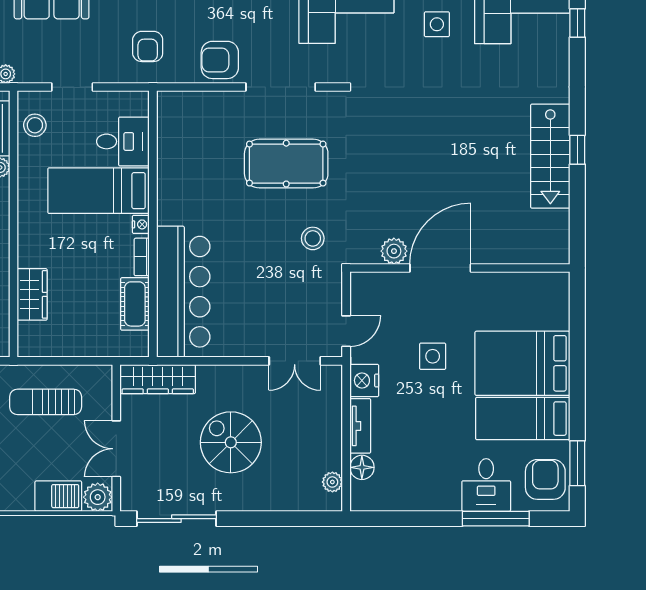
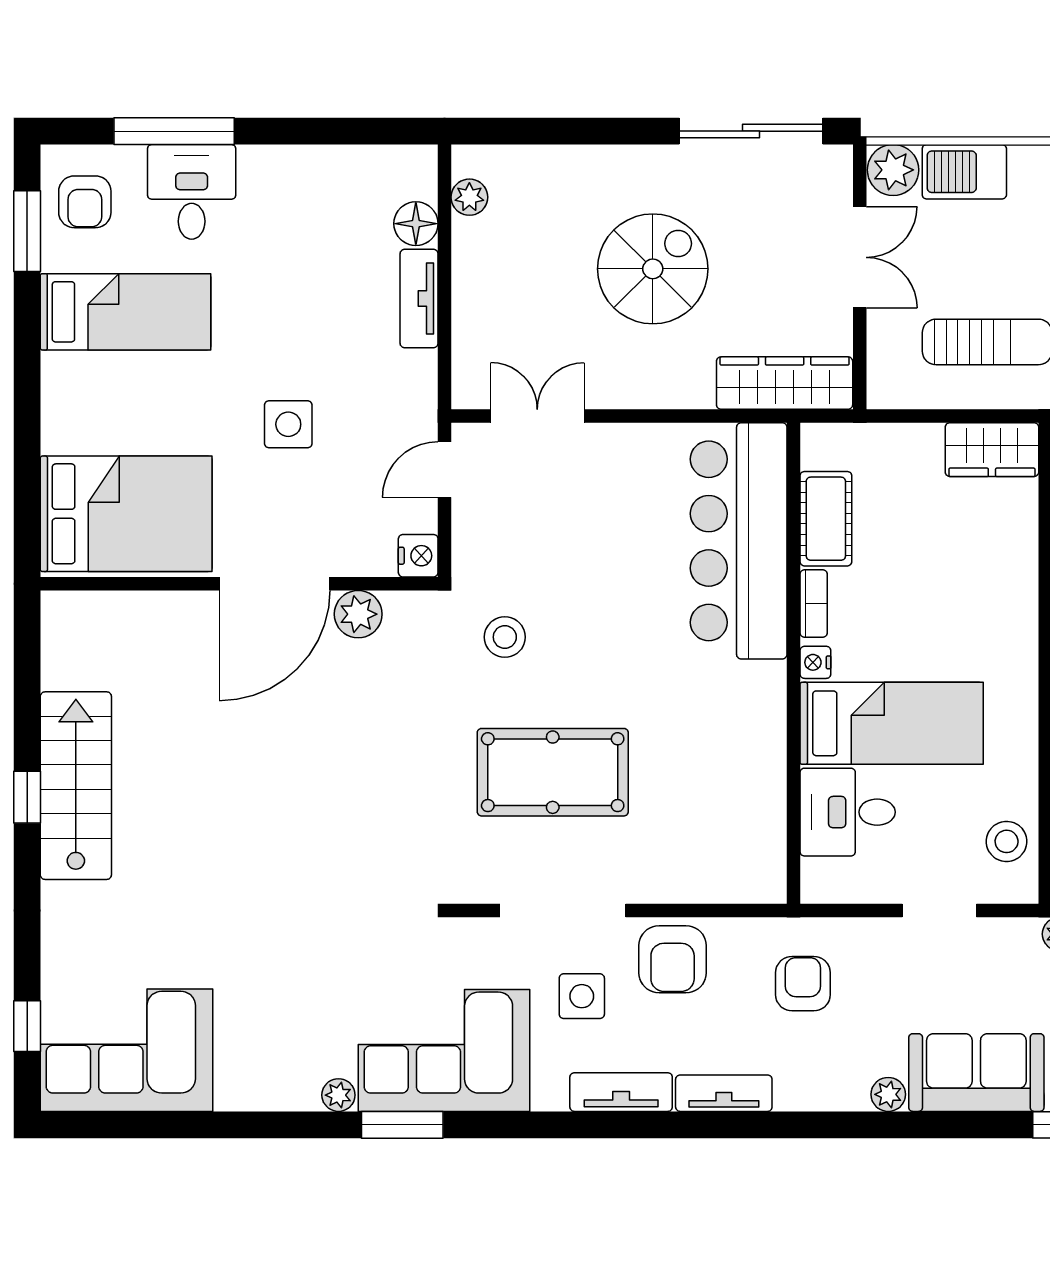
side table: (437, 24) -> (582, 996), moved
armchair: (220, 60) -> (673, 959), turned 90
wardrobe: (32, 294) -> (992, 450), moved, turned -90
bed: (522, 363) -> (126, 514), moved
nightstand: (364, 380) -> (418, 556), moved, width x0.74, depth x0.75
spiral stairs: (231, 442) -> (653, 269), turned -90
armchair: (545, 479) -> (85, 202), width x0.72, depth x0.72

